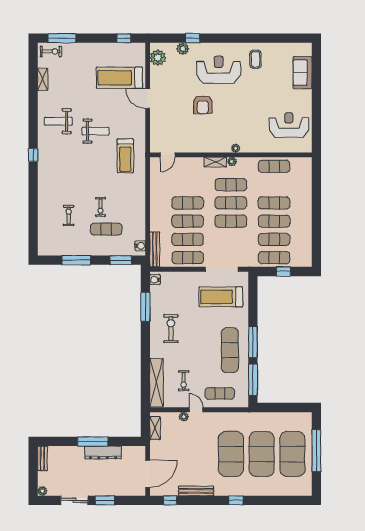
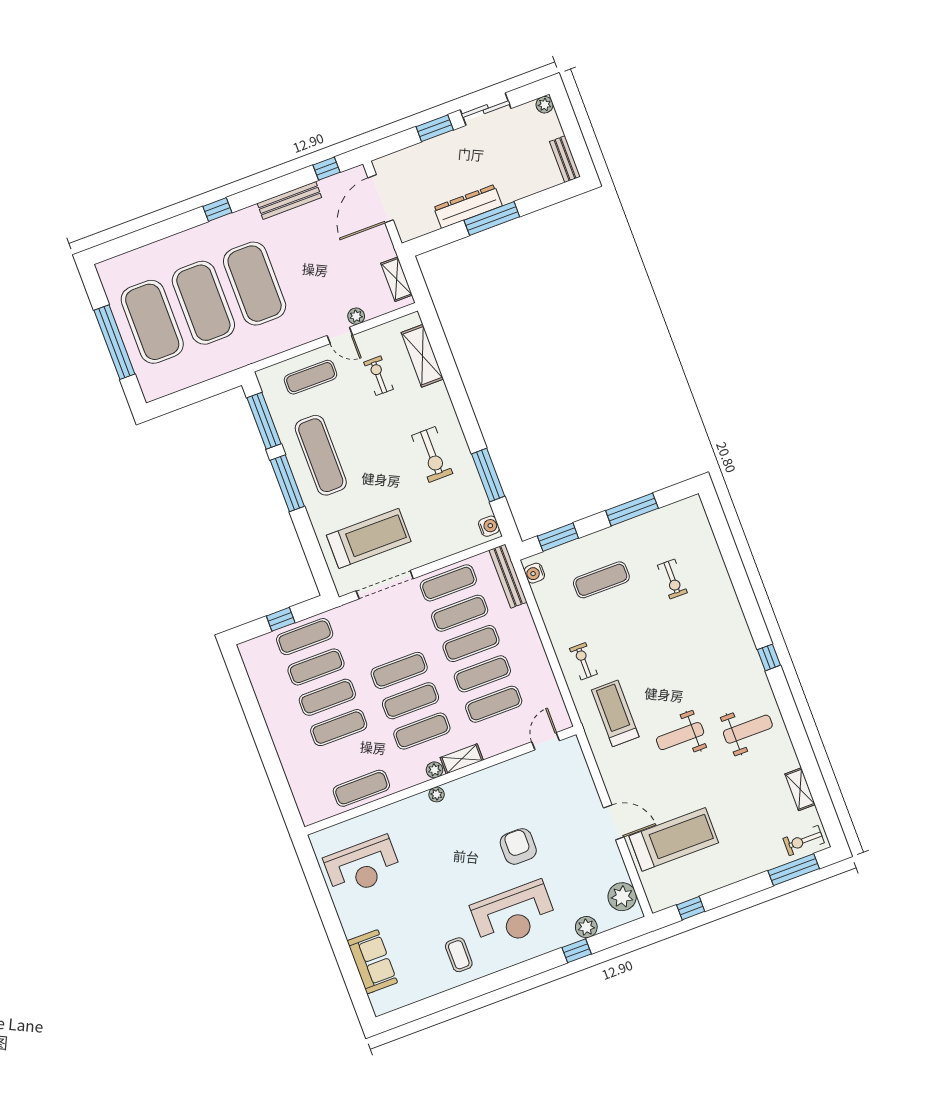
exercise mat: (188, 185) -> (494, 704), added
exercise bike: (100, 207) -> (583, 661), moved
shelving: (156, 383) -> (422, 356), width x0.68

